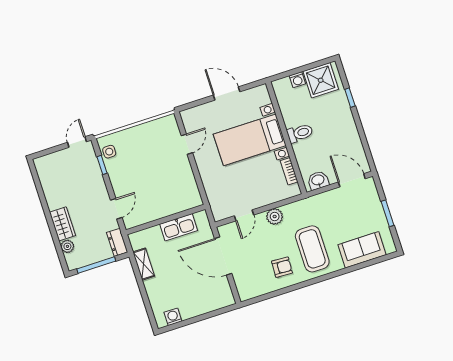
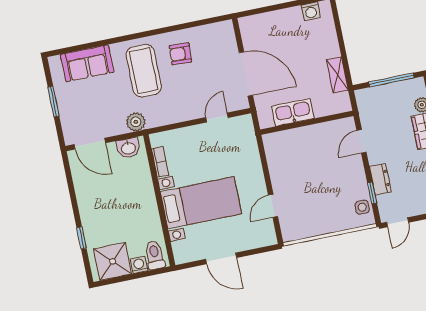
toilet: (300, 133) -> (155, 255), moved, turned 90
plant: (275, 217) -> (136, 122), moved
dresser: (117, 242) -> (380, 179), moved

